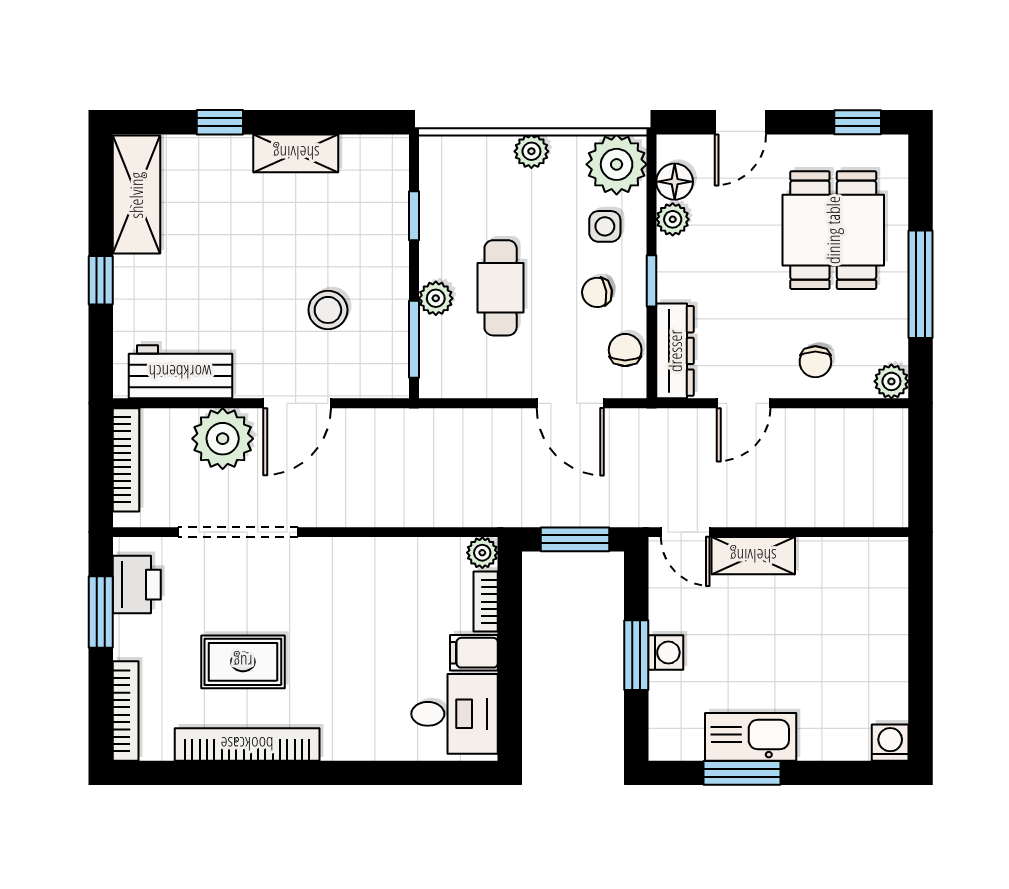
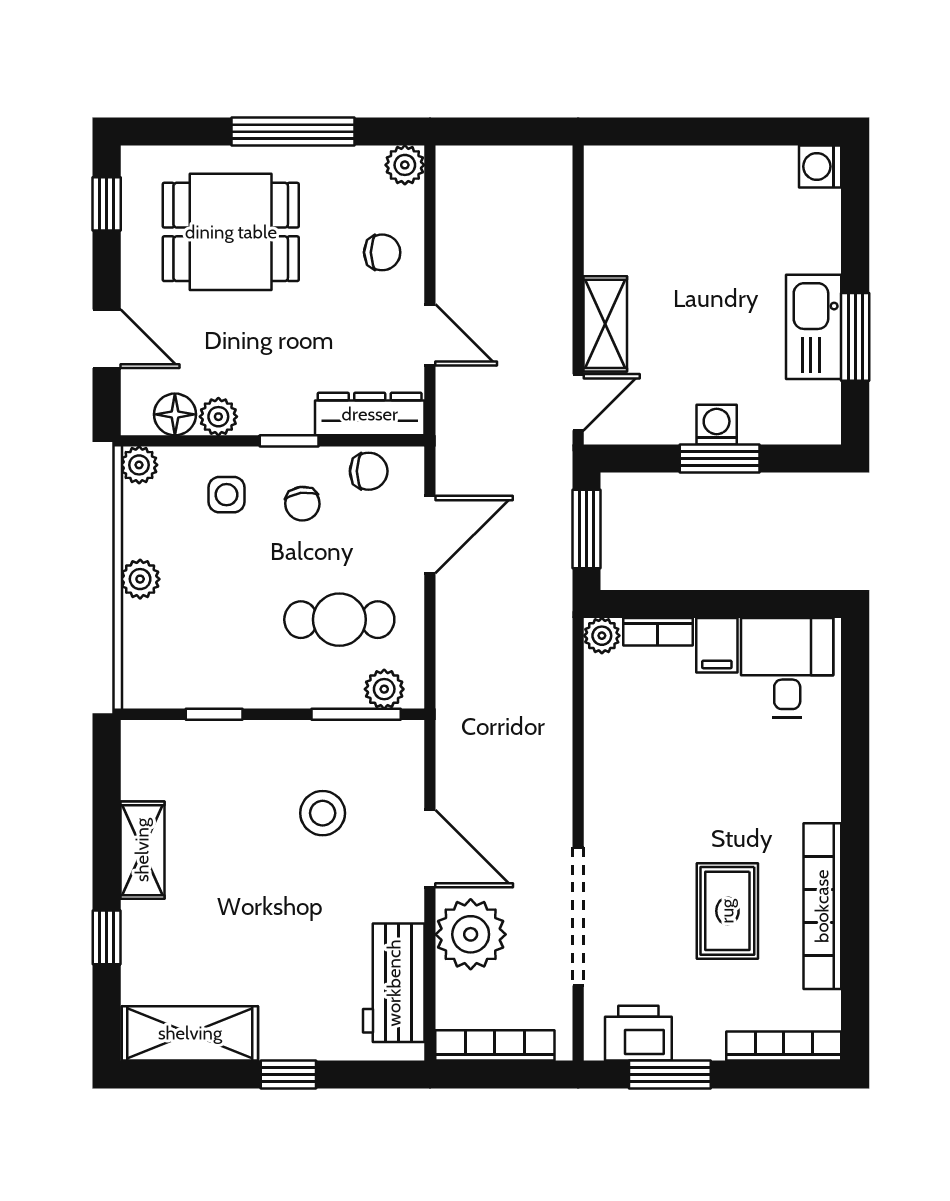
plant: (617, 164) -> (139, 465), width x0.53, depth x0.53
cafe table: (501, 288) -> (339, 620), moved
plant: (436, 298) -> (384, 689), moved
chair: (625, 350) -> (369, 471), turned 180

